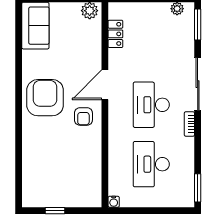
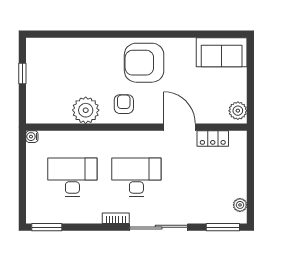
door: (105, 85) -> (179, 127), moved
armchair: (45, 98) -> (144, 63), turned 180
armchair: (83, 116) -> (124, 104), turned 90
plant: (89, 152) -> (86, 110), added

